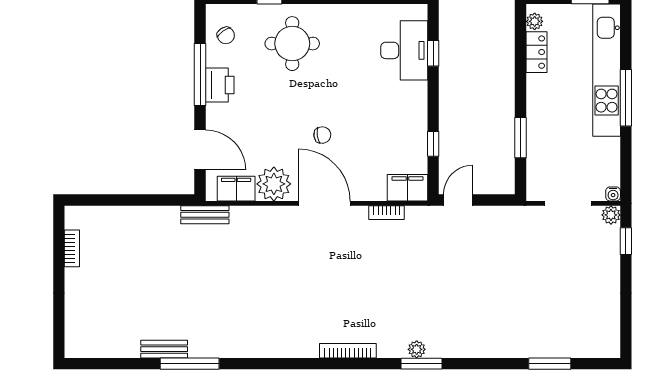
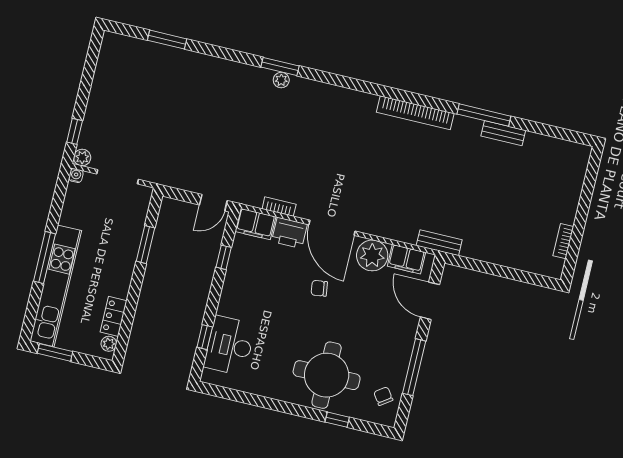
round table: (292, 44) -> (327, 375), width x1.36, depth x1.36
printer: (220, 85) -> (289, 233), moved, turned -90
bookcase: (348, 351) -> (415, 113), moved, width x1.48, depth x1.31

